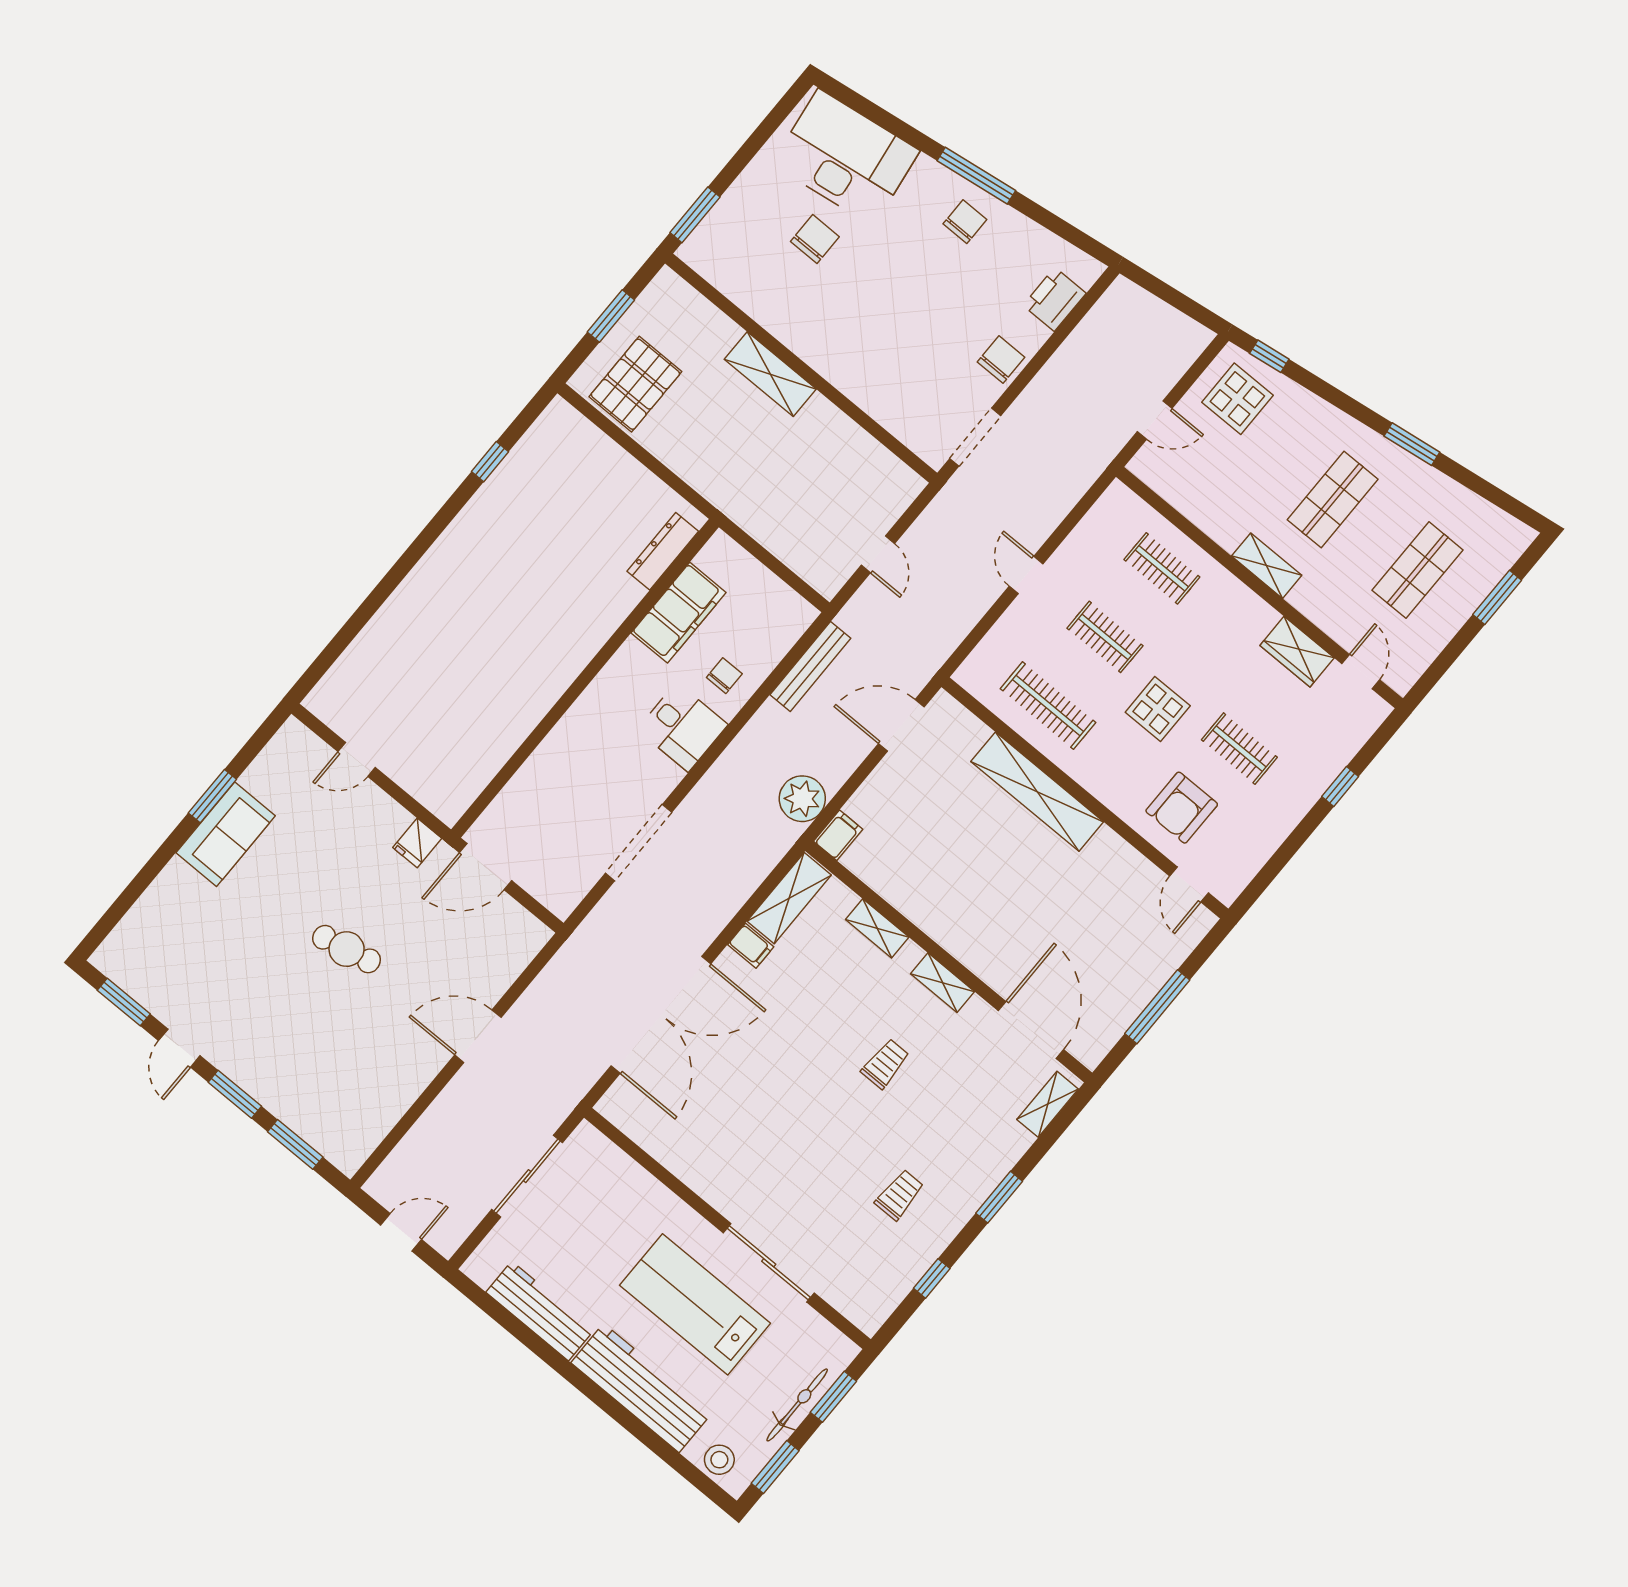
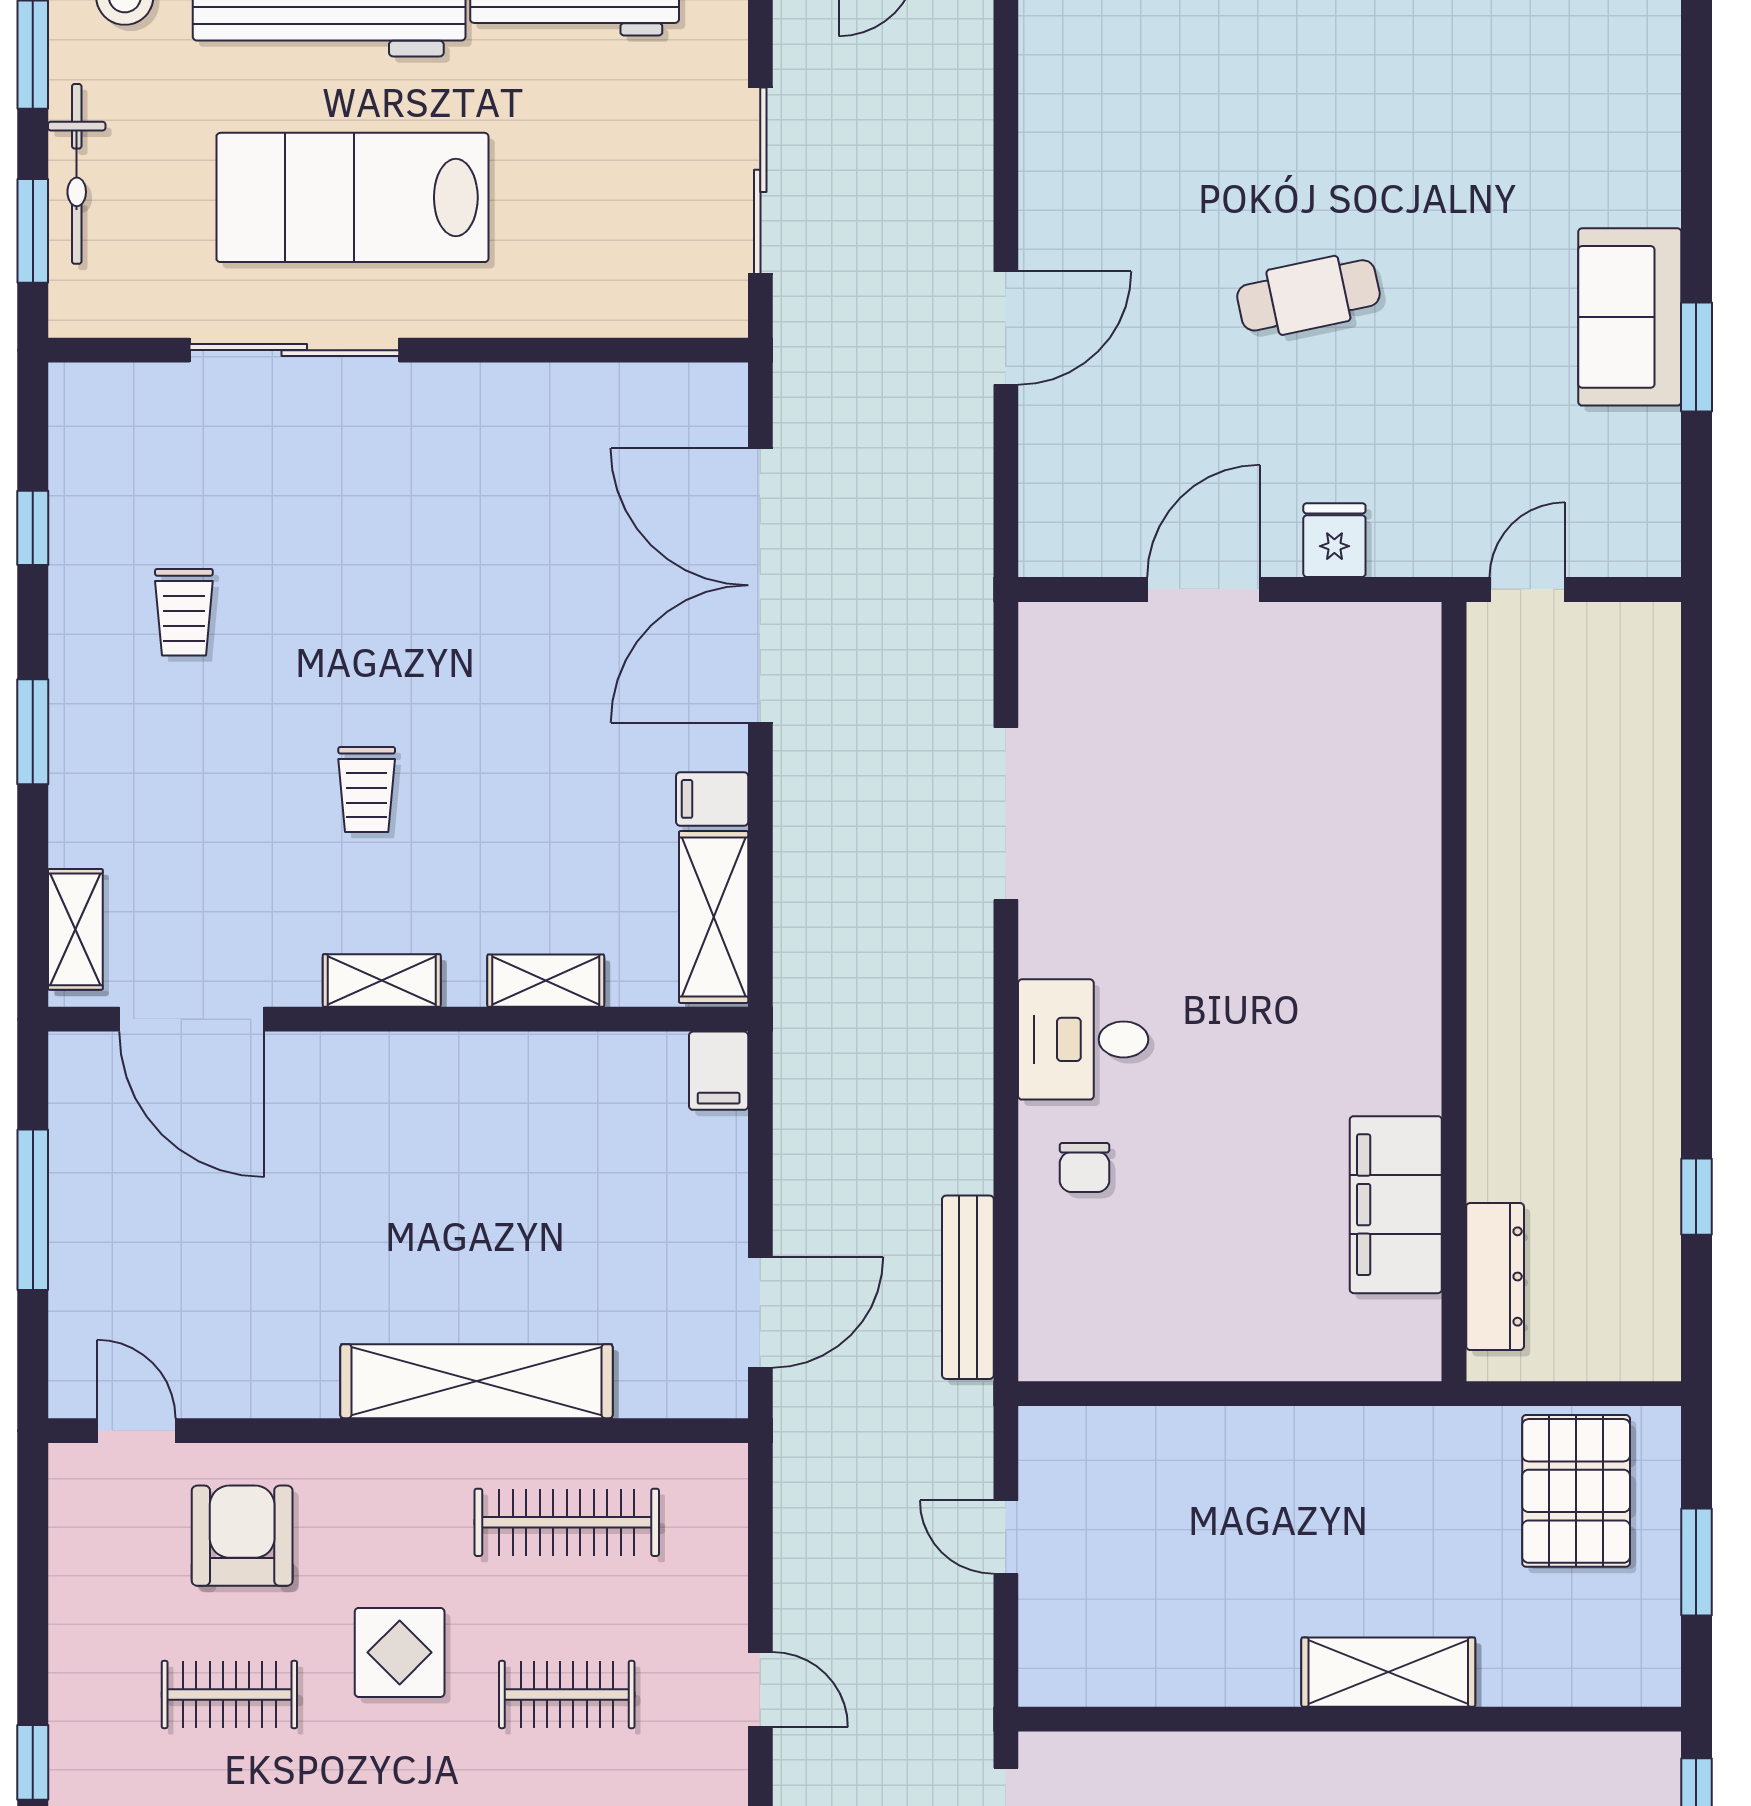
dresser: (663, 551) -> (1495, 1276), moved
filing cabinet: (679, 613) -> (1396, 1205), moved
wall: (585, 678) -> (1454, 992), moved
plant: (802, 799) -> (817, 1081), removed
lab bench: (695, 1304) -> (352, 197), turned 180

